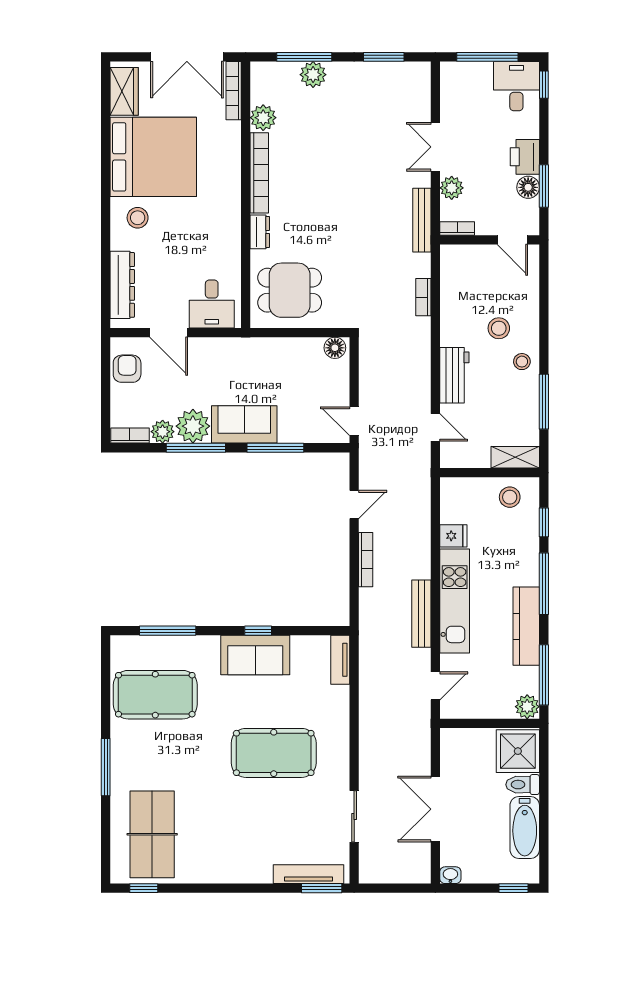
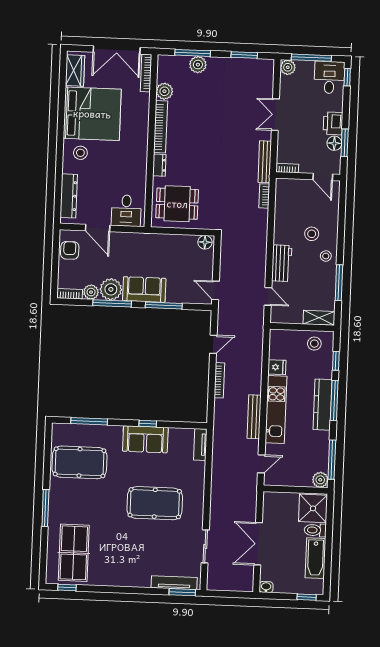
plant: (452, 188) -> (288, 67), moved
bookcase: (423, 297) -> (264, 196), moved
kitchen counter: (526, 626) -> (323, 405), moved

